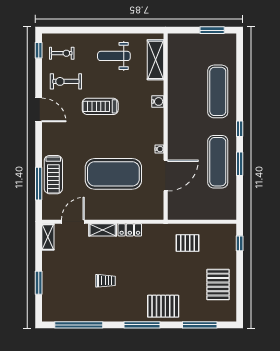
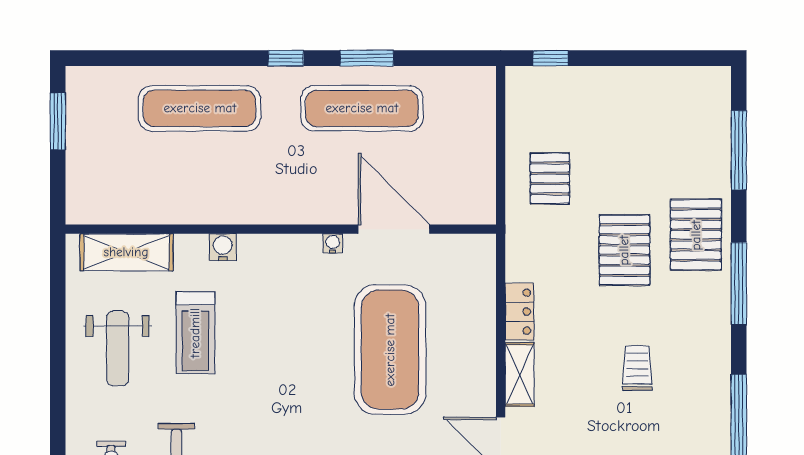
treadmill: (100, 106) -> (195, 333), moved
pallet: (218, 285) -> (624, 250), moved, turned 90

